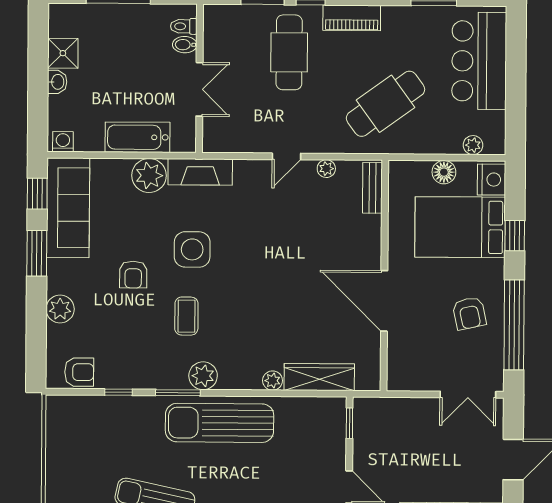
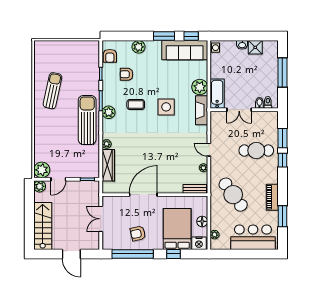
piano: (352, 18) -> (272, 197), moved
bathtub: (137, 137) -> (217, 94), moved
armchair: (133, 275) -> (126, 74), moved
double door: (468, 395) -> (101, 219), moved

